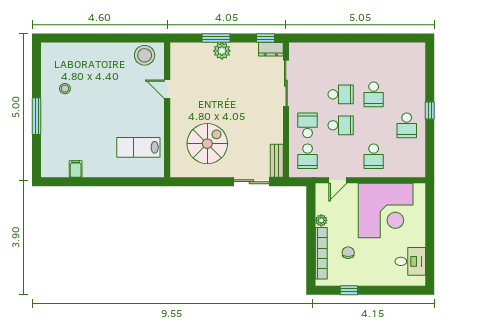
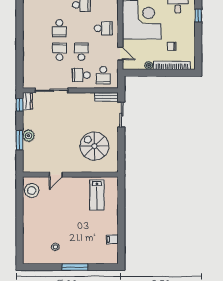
school desk: (374, 94) -> (59, 28), turned 90
school desk: (308, 156) -> (103, 75), turned 90
window: (349, 290) -> (198, 15), moved

